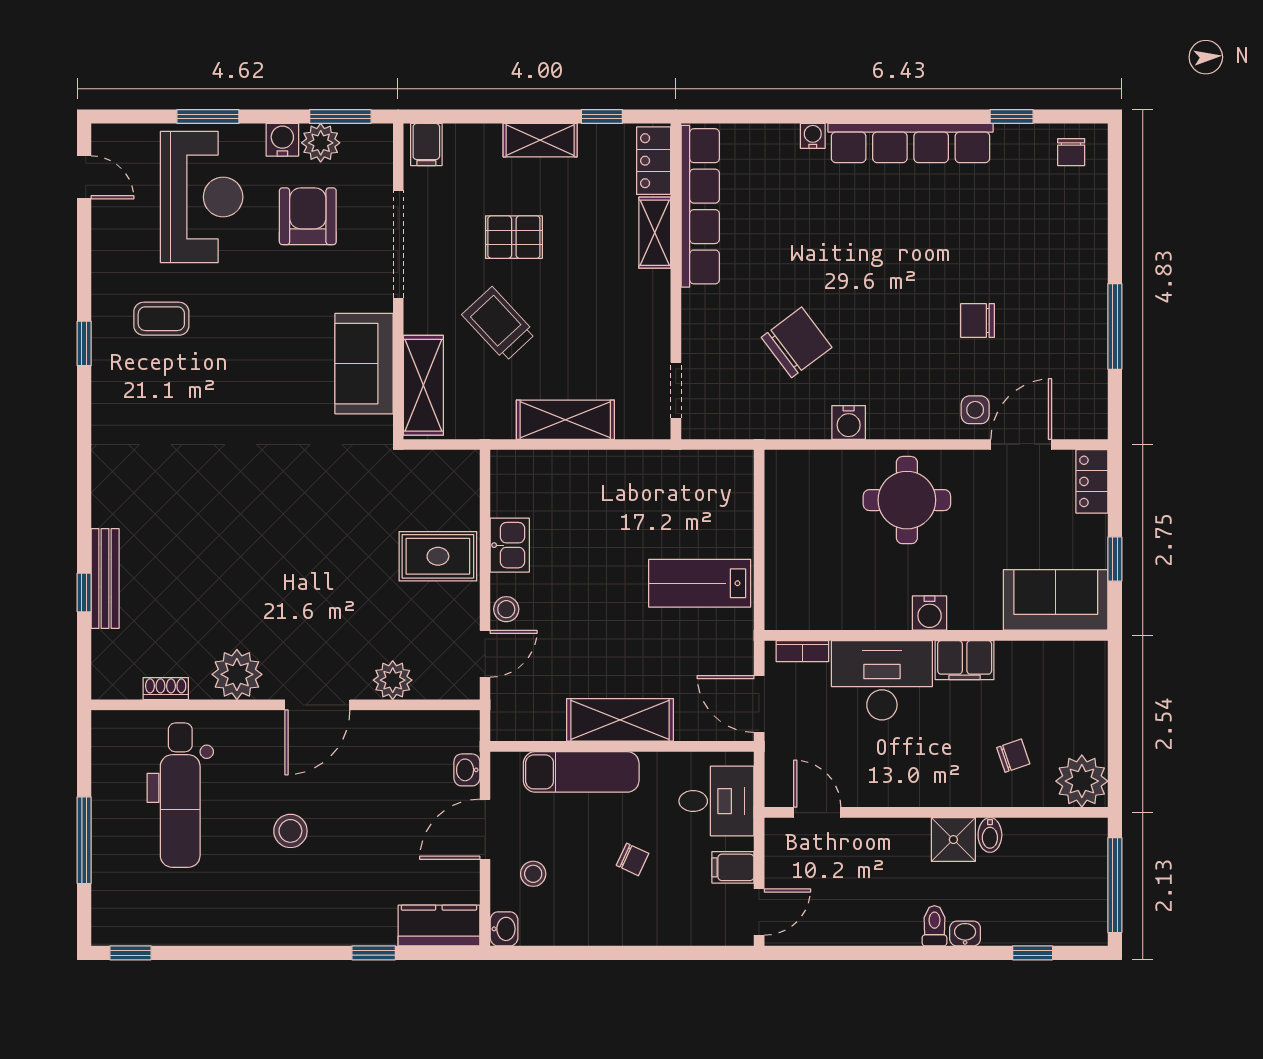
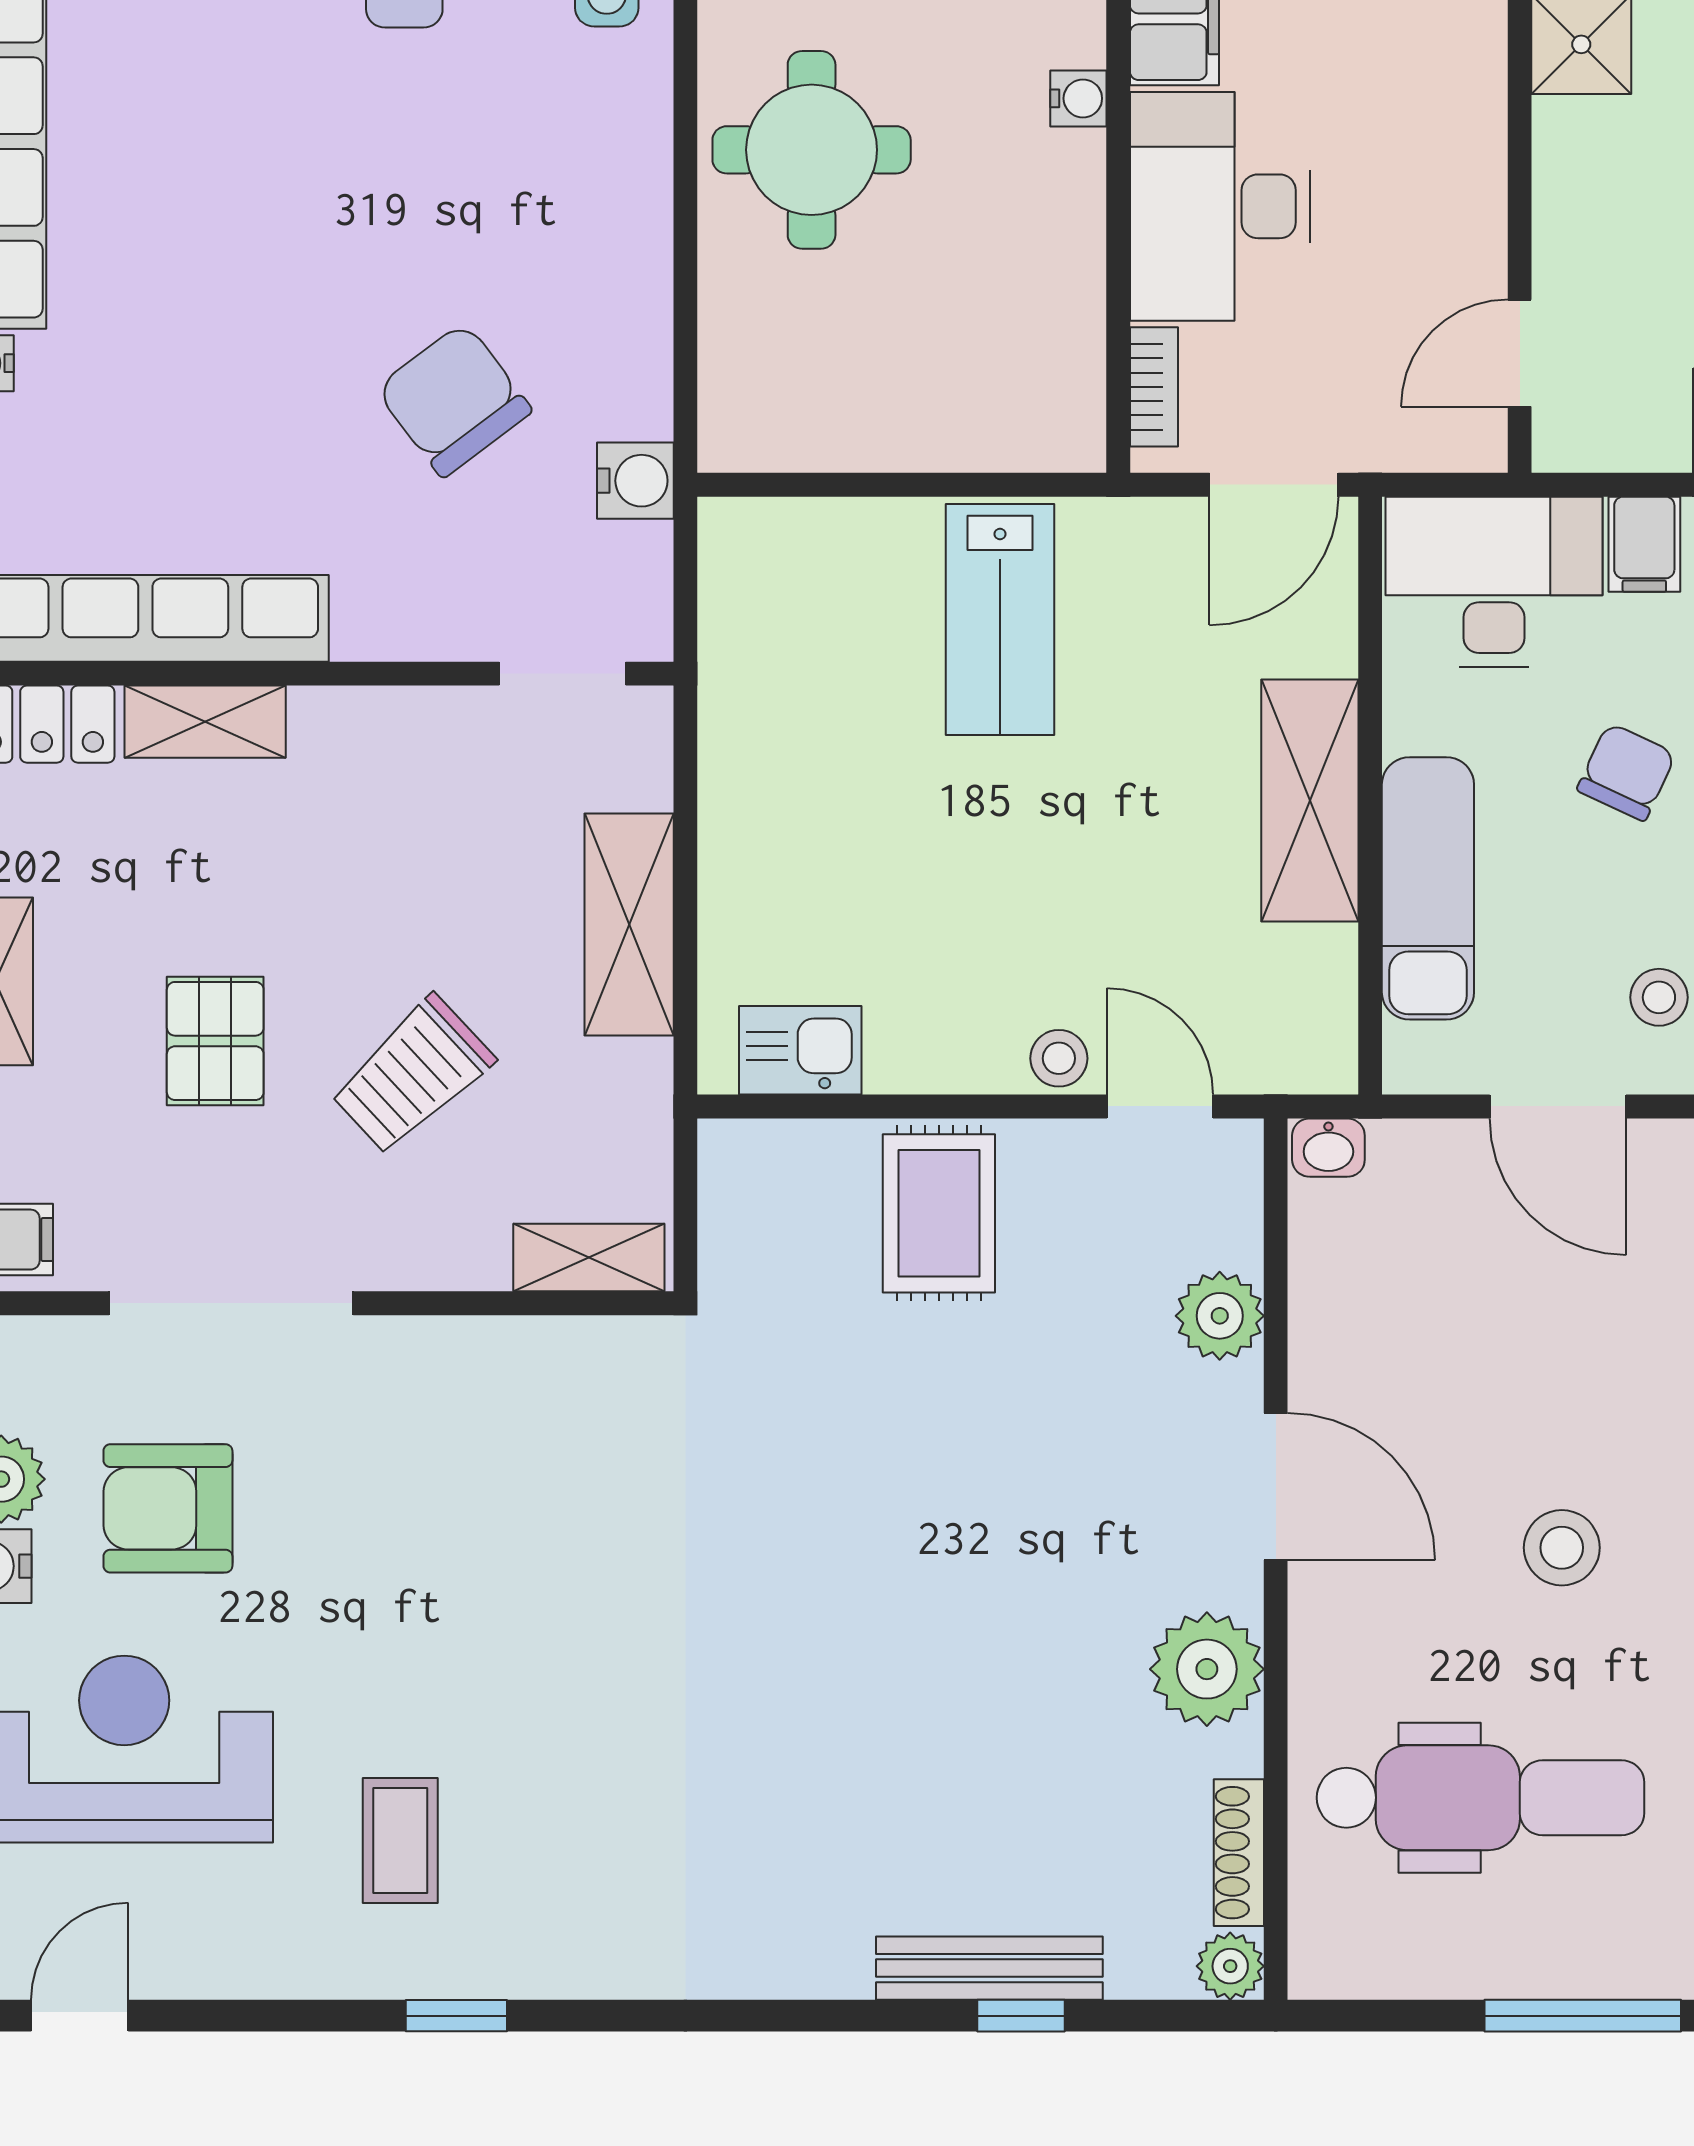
sofa: (364, 364) -> (502, 1381), removed
shelving: (423, 385) -> (589, 1258), width x0.67, depth x0.75
water cooler: (849, 422) -> (635, 481), moved
kitchen sink: (510, 545) -> (800, 1050), moved
water cooler: (930, 613) -> (1078, 98), width x0.72, depth x0.72
plant: (106, 685) -> (1230, 1966), added
shoe rack: (166, 689) -> (1239, 1853), width x1.43
washbasin: (467, 770) -> (1328, 1148), moved
desk: (716, 801) -> (1494, 582), width x1.37
chair: (633, 859) -> (1626, 772), width x1.37, depth x1.37

